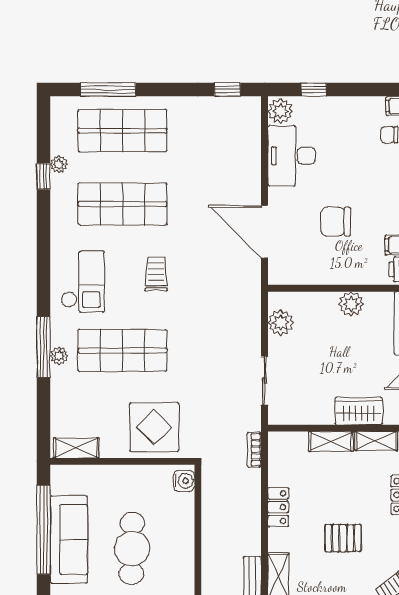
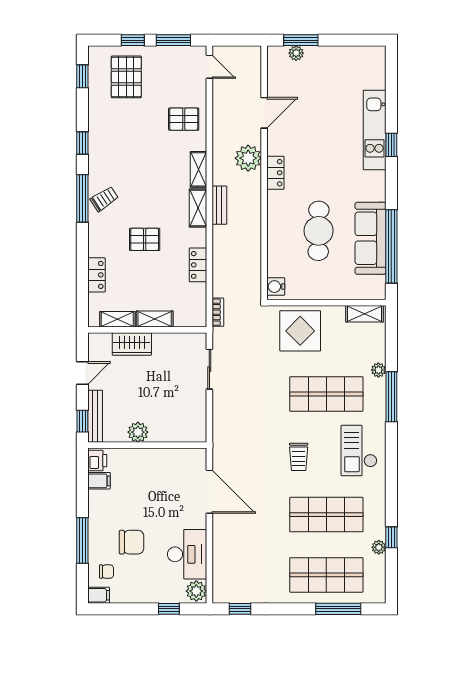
chair: (336, 222) -> (132, 542), moved
plant: (281, 323) -> (196, 417), removed
plant: (59, 356) -> (378, 370), moved

